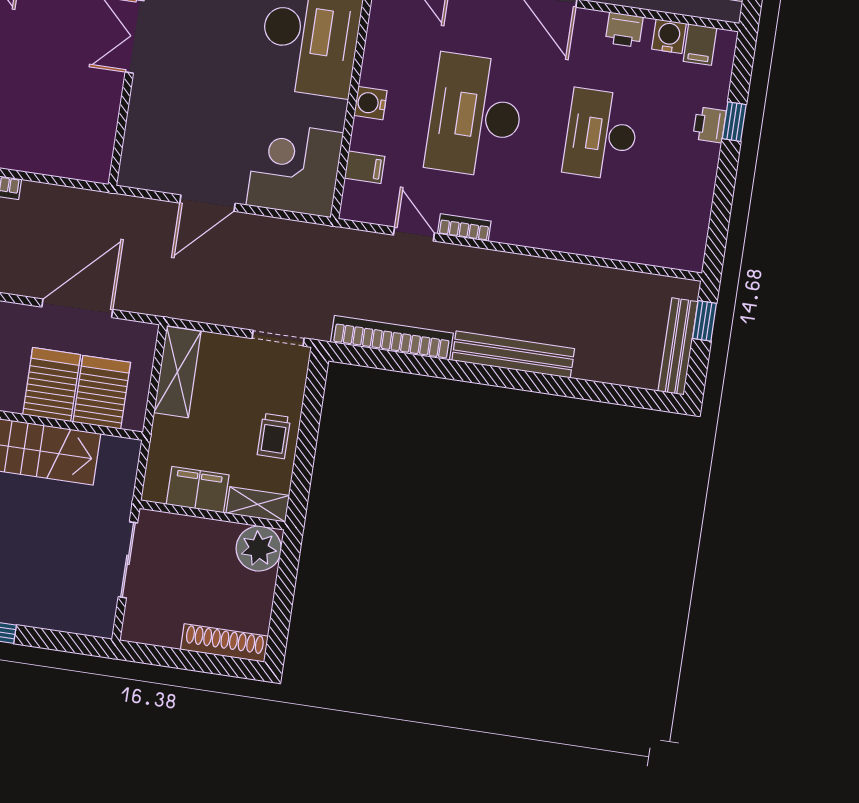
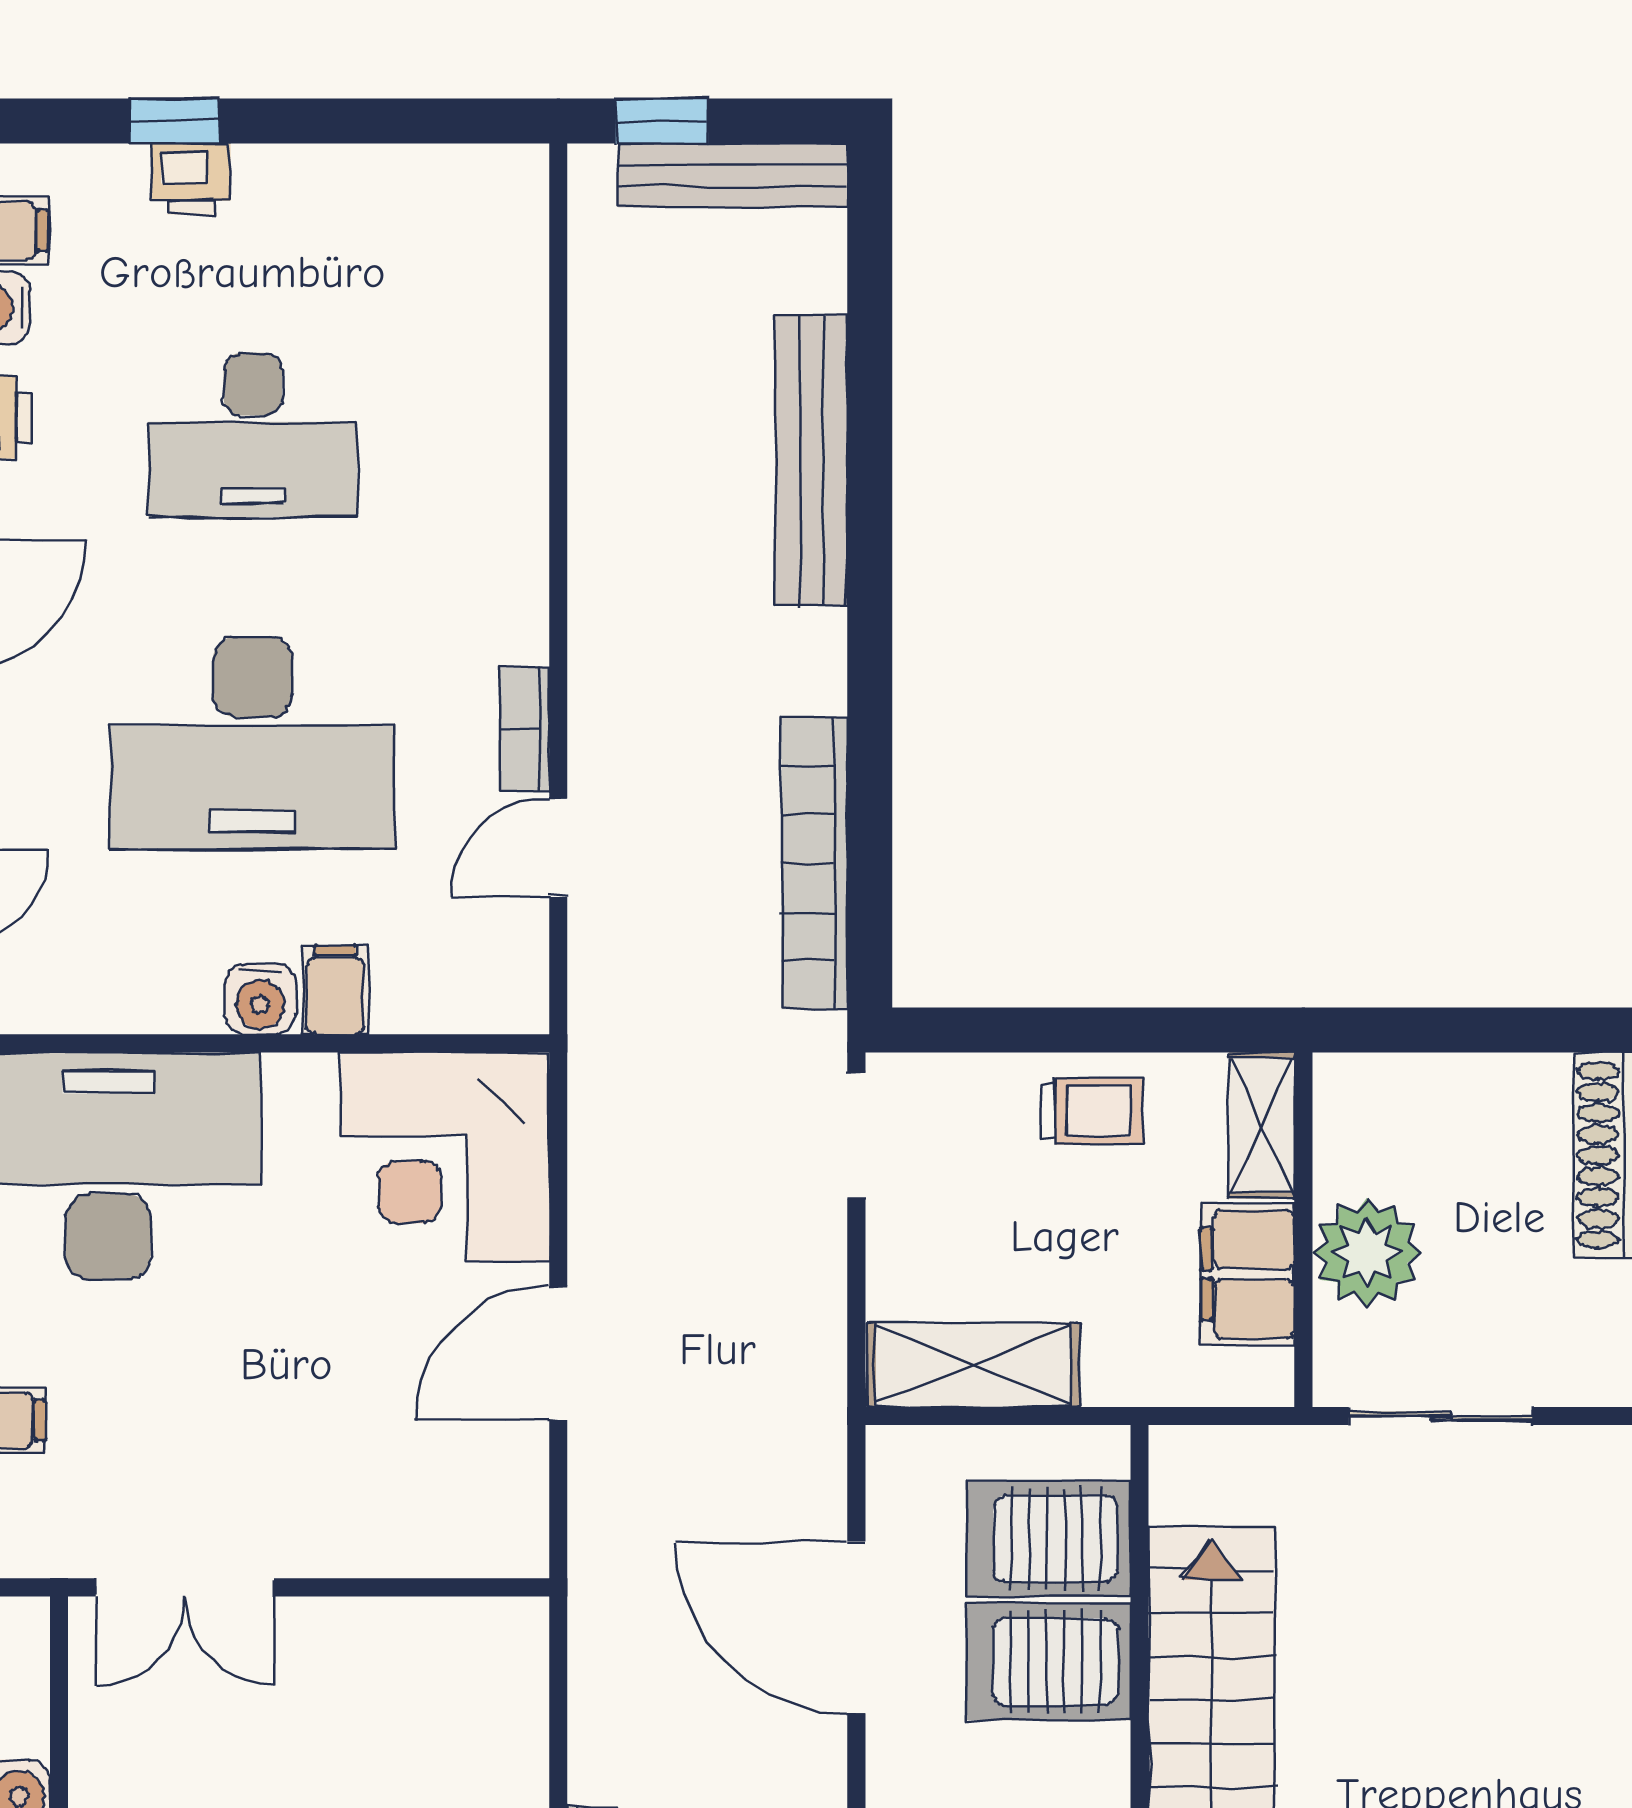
filing cabinet: (365, 167) -> (335, 990), moved
door: (208, 203) -> (558, 1353), swing flipped
bench: (513, 355) -> (811, 461), moved
plant: (259, 549) -> (1367, 1252), moved

